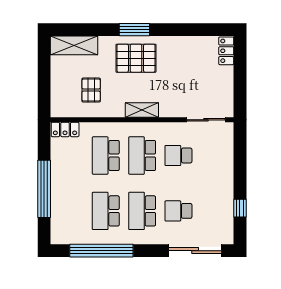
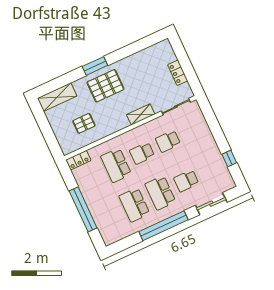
locker: (226, 51) -> (178, 73), moved
pallet: (91, 90) -> (84, 123), turned 90
shelving: (142, 110) -> (141, 114), moved
school desk: (142, 156) -> (142, 153), width x0.54
window: (101, 251) -> (164, 226), moved
sliding door: (195, 251) -> (211, 204), width x0.73

